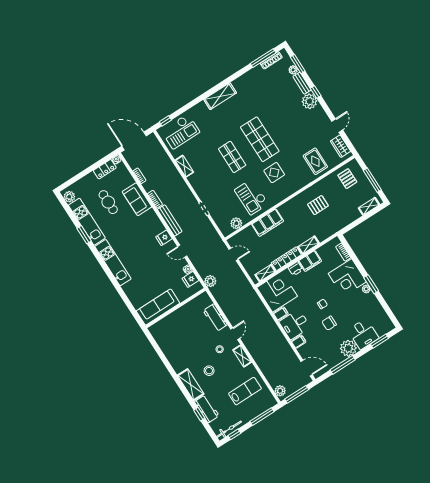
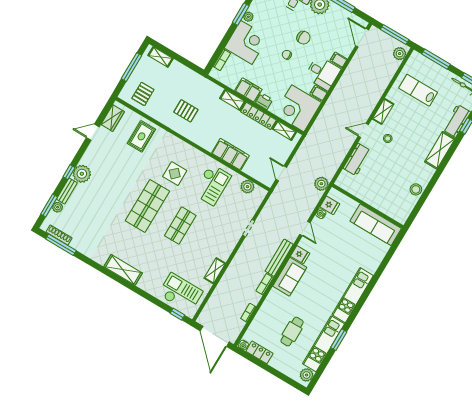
sofa: (137, 199) -> (290, 277), moved
stool: (209, 371) -> (416, 189), moved

